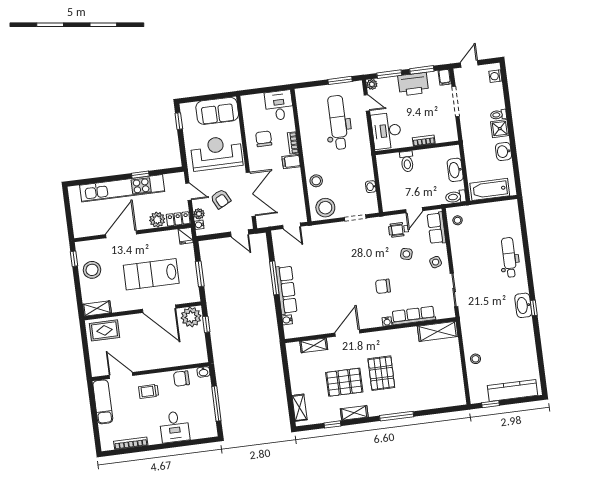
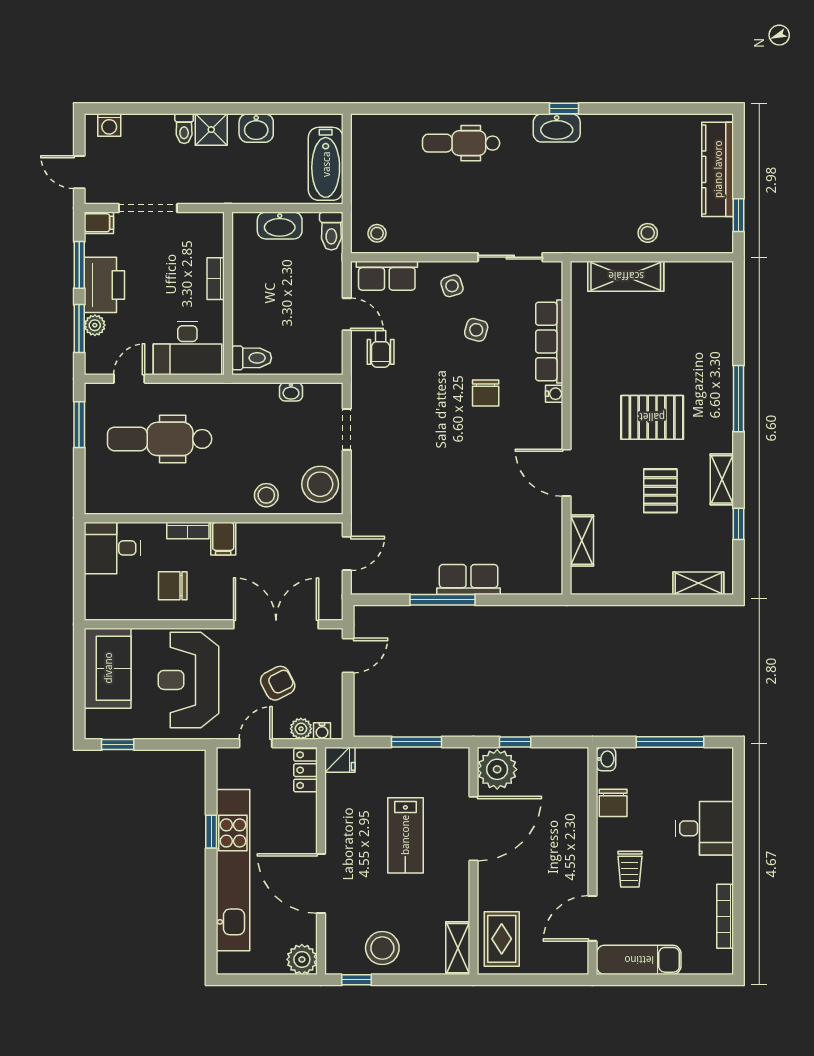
plant: (372, 84) -> (95, 325), moved
toilet: (407, 162) -> (252, 358), moved
plant: (157, 220) -> (302, 959), moved
side table: (406, 254) -> (476, 330), moved
lab bench: (151, 274) -> (405, 835), width x0.73, depth x0.72
row of seats: (286, 290) -> (469, 579), width x0.68
water cooler: (287, 320) -> (526, 585), removed
shelving: (438, 331) -> (626, 276), moved, turned 90
pallet: (344, 382) -> (660, 491), width x0.67, depth x0.71

